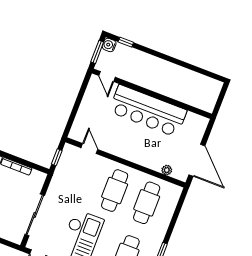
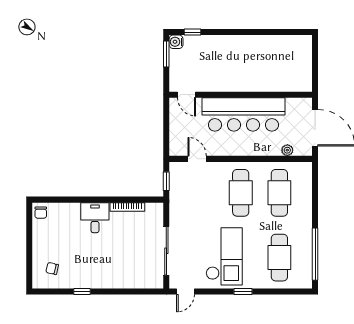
door: (107, 76) -> (187, 95), moved
wall: (152, 94) -> (241, 95), moved
bar counter: (148, 111) -> (243, 114), moved

